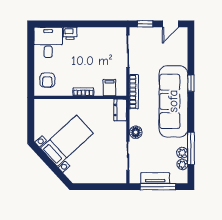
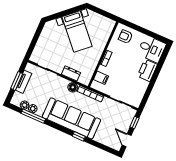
printer: (70, 33) -> (147, 70), width x1.87, depth x1.48
dresser: (120, 110) -> (71, 73), moved
floor lamp: (136, 132) -> (73, 87), moved
window: (158, 187) -> (17, 81), width x0.69

